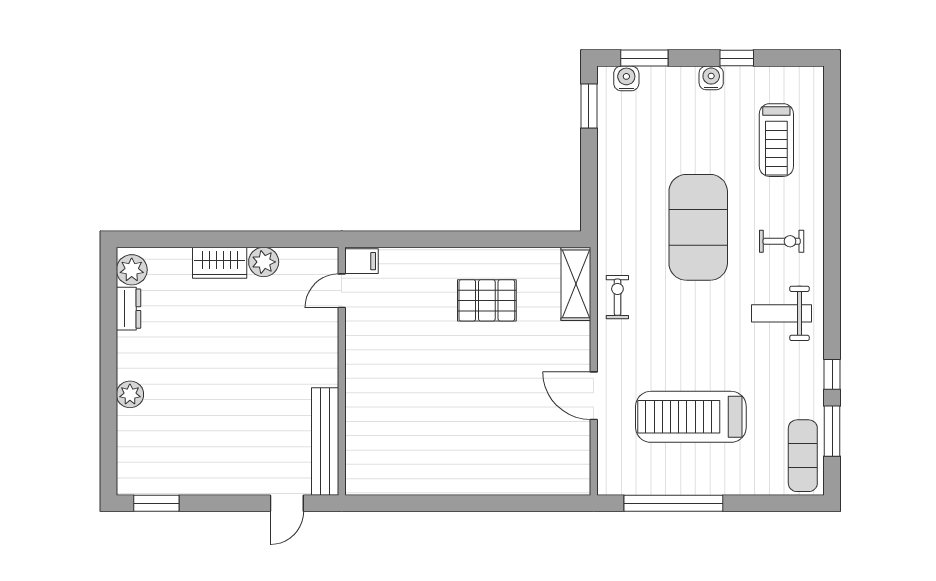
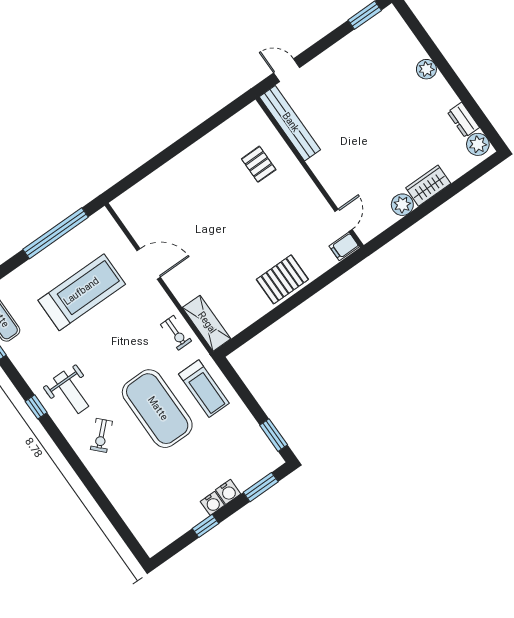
water cooler: (626, 78) -> (228, 492), moved
treadmill: (776, 140) -> (204, 389), moved, turned 180
exercise bike: (782, 241) -> (101, 435), turned -44
pallet: (487, 300) -> (282, 279), moved
weight bench: (782, 313) -> (71, 392), turned 90
window: (832, 374) -> (36, 407), moved
pallet: (392, 420) -> (259, 164), added
door: (287, 503) -> (287, 70), hinge flipped

